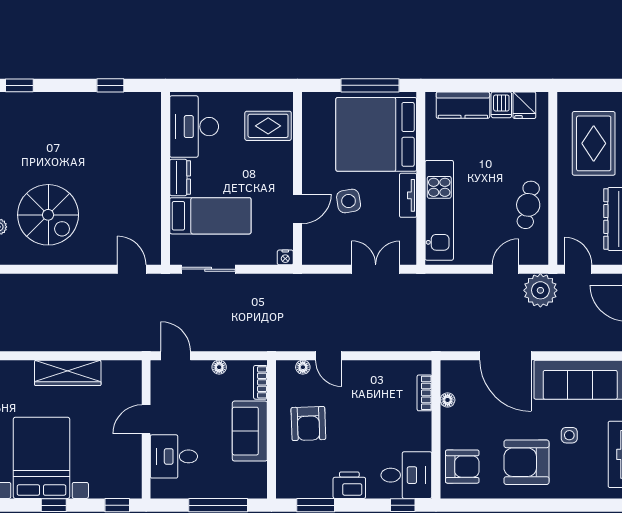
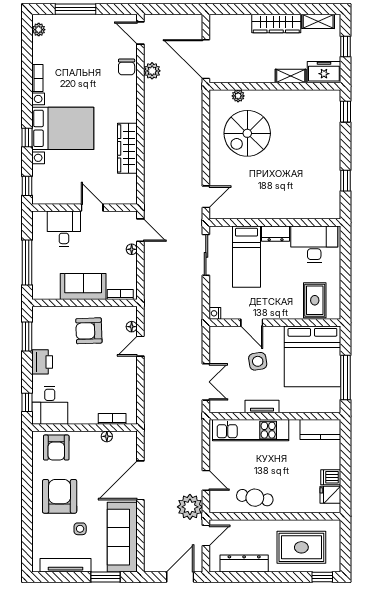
kitchen counter: (463, 105) -> (320, 430), moved, turned -90
bed: (376, 134) -> (312, 356), moved, turned 180
door: (176, 356) -> (140, 230), hinge flipped
floor lamp: (219, 367) -> (132, 249), moved

